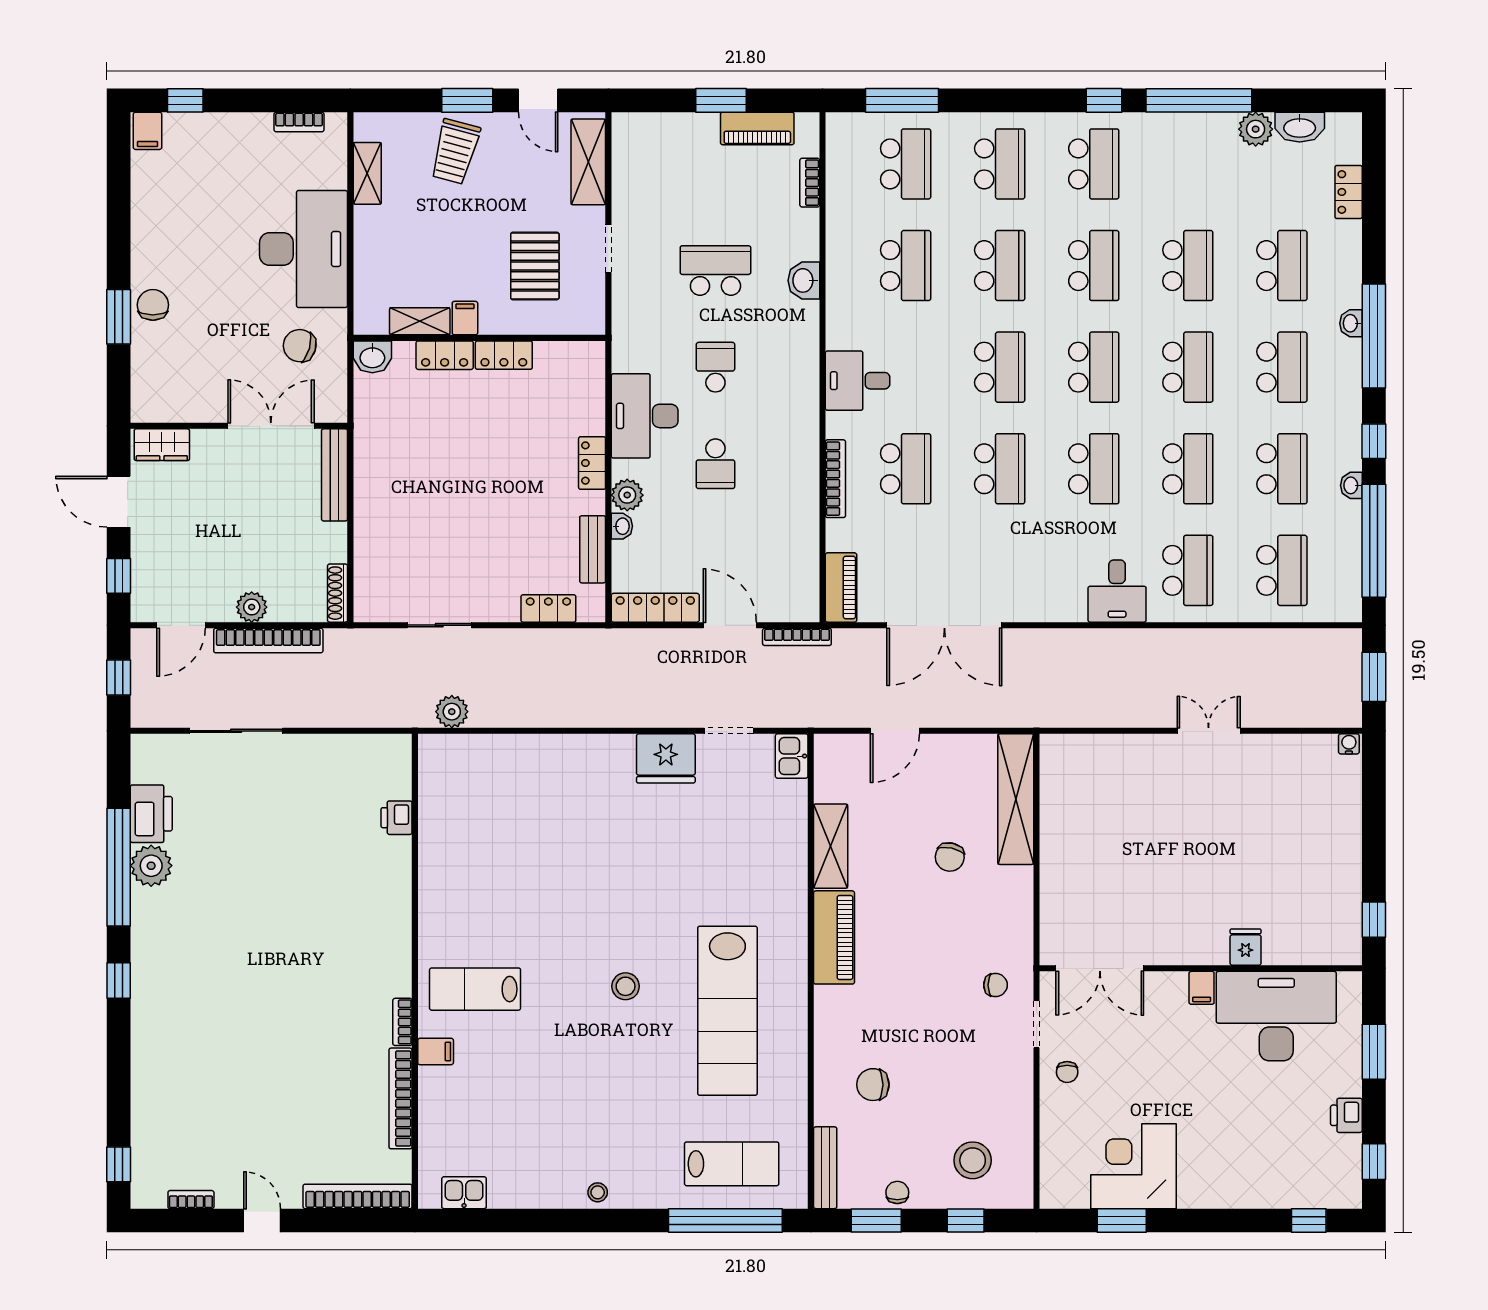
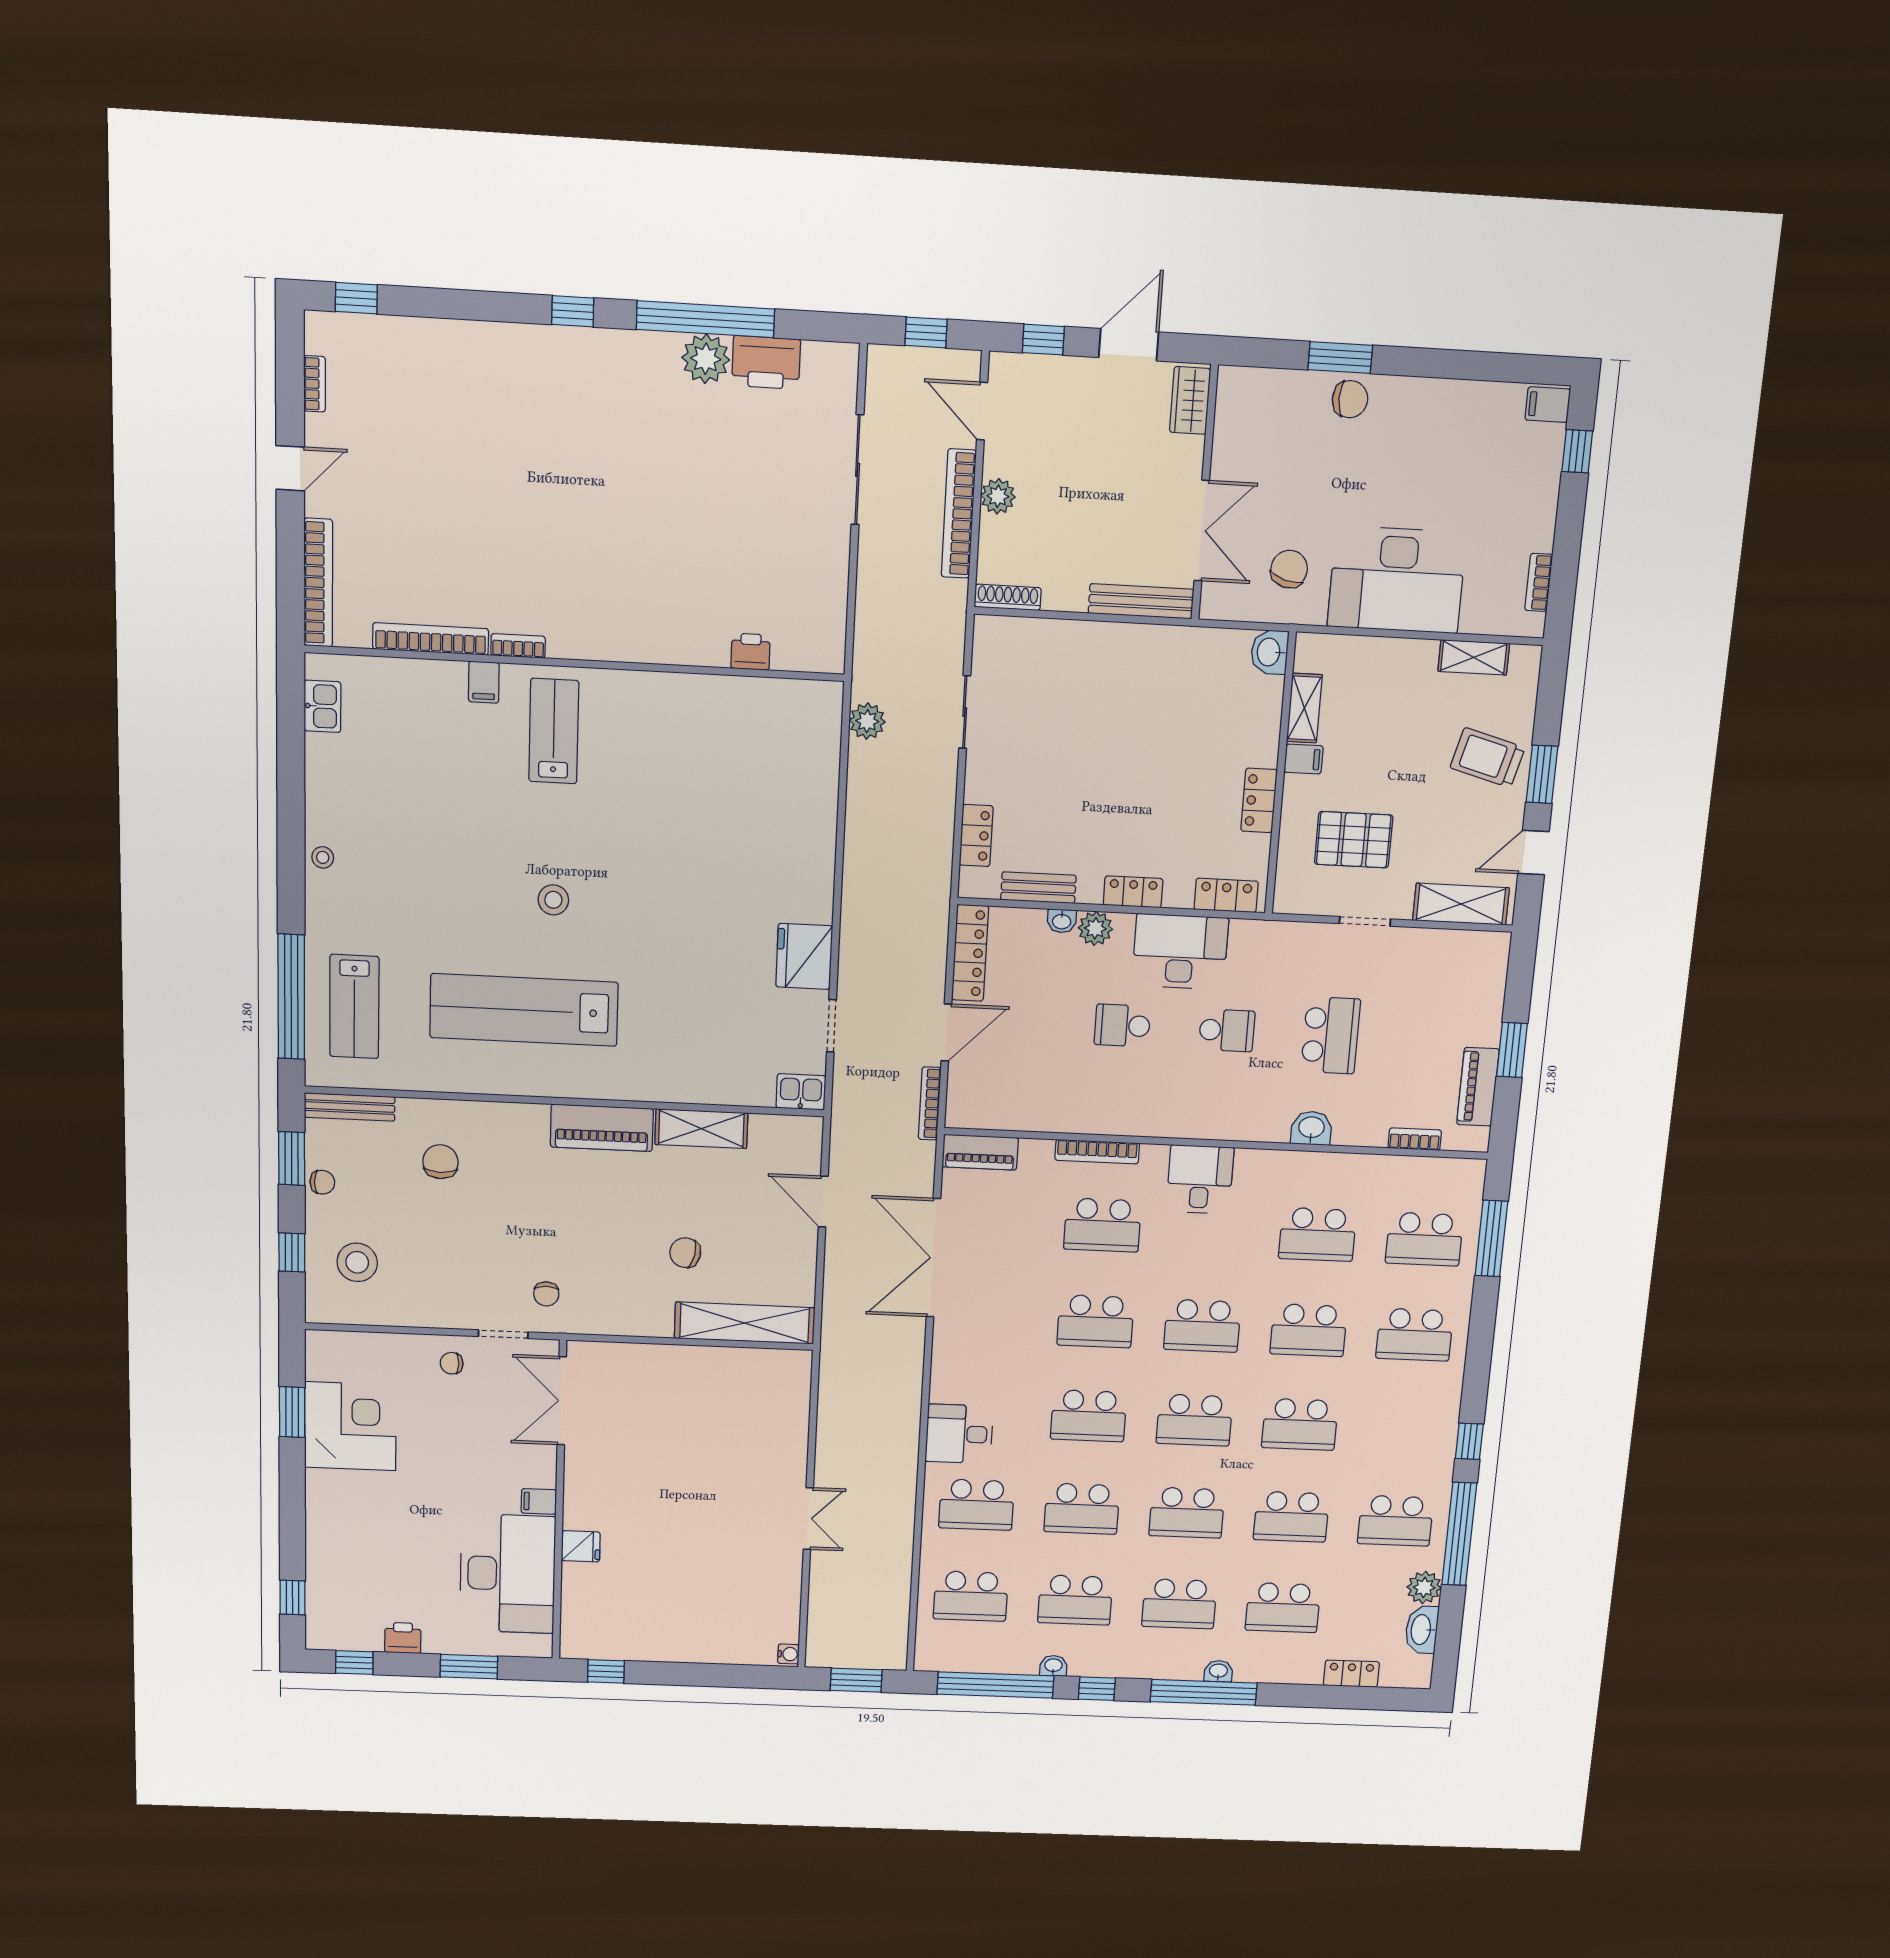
school desk: (1094, 164) -> (1395, 1521), moved
locker: (445, 355) -> (1226, 895), moved, turned 90

